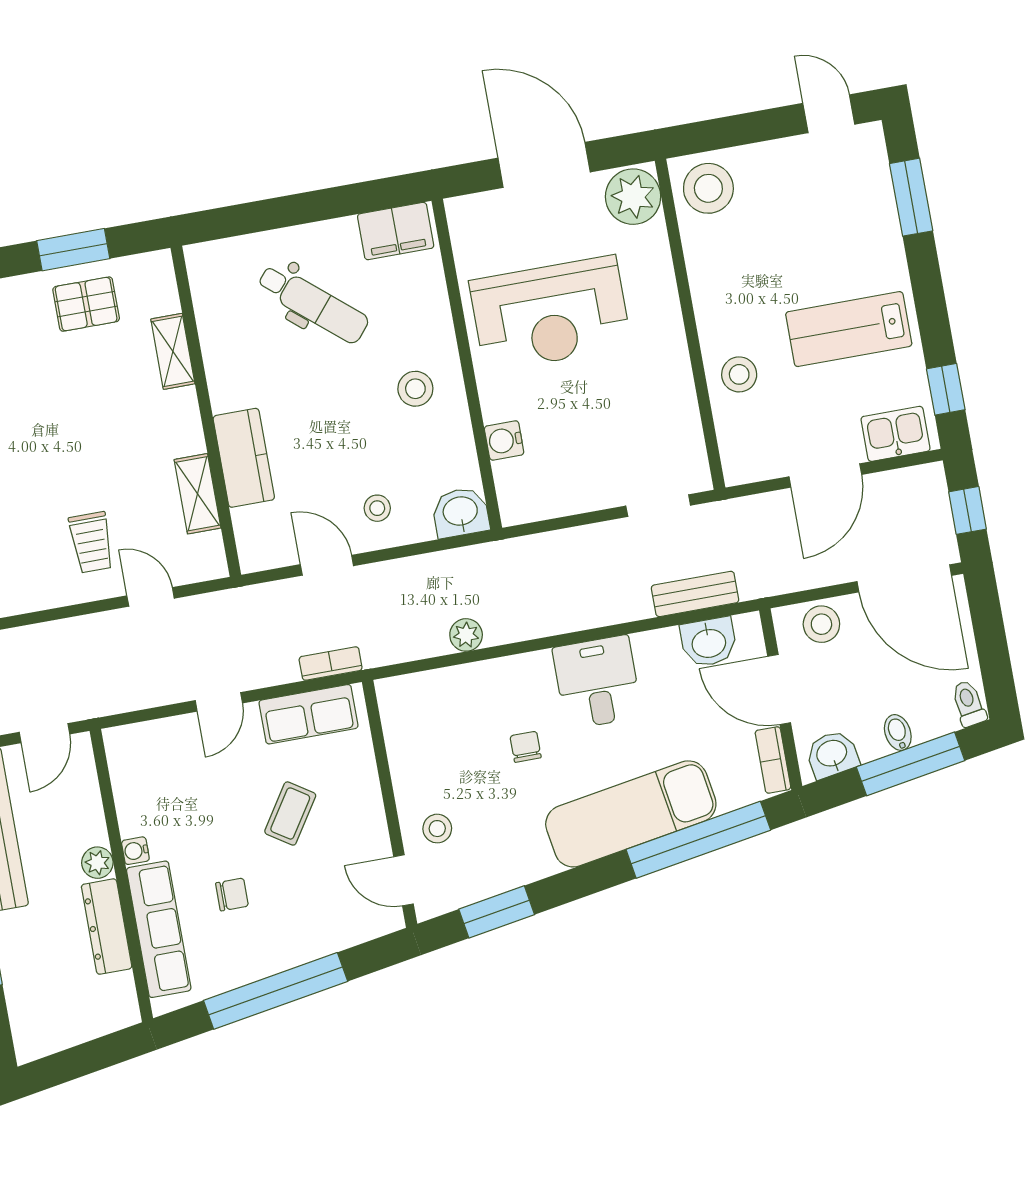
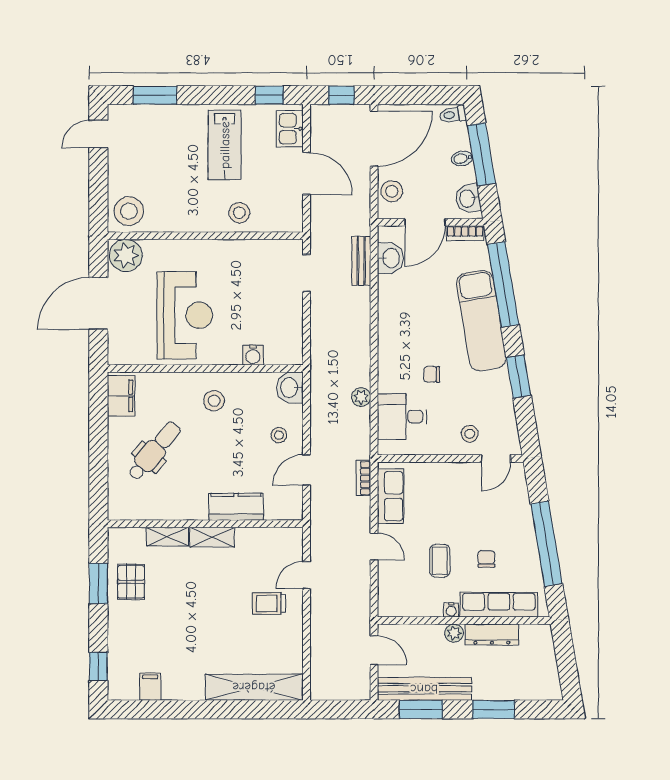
shelving: (198, 494) -> (212, 537), moved
trolley: (91, 542) -> (269, 603), turned 180
desk: (597, 682) -> (402, 416), moved
coffee table: (290, 813) -> (440, 561), moved, turned 57
window: (497, 912) -> (519, 376), moved

